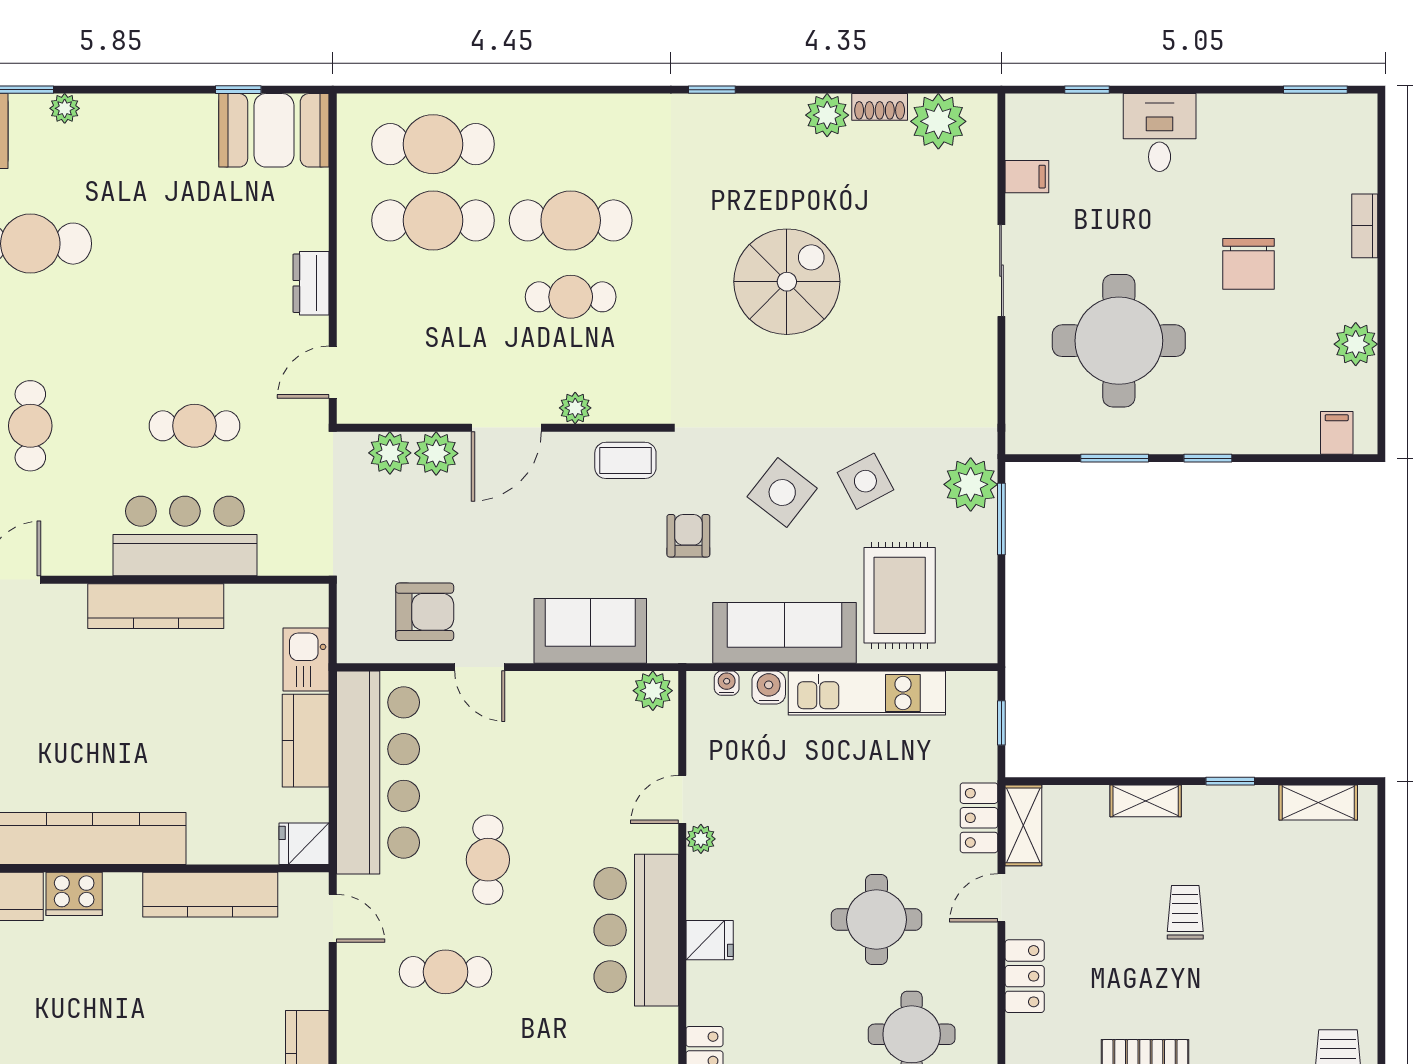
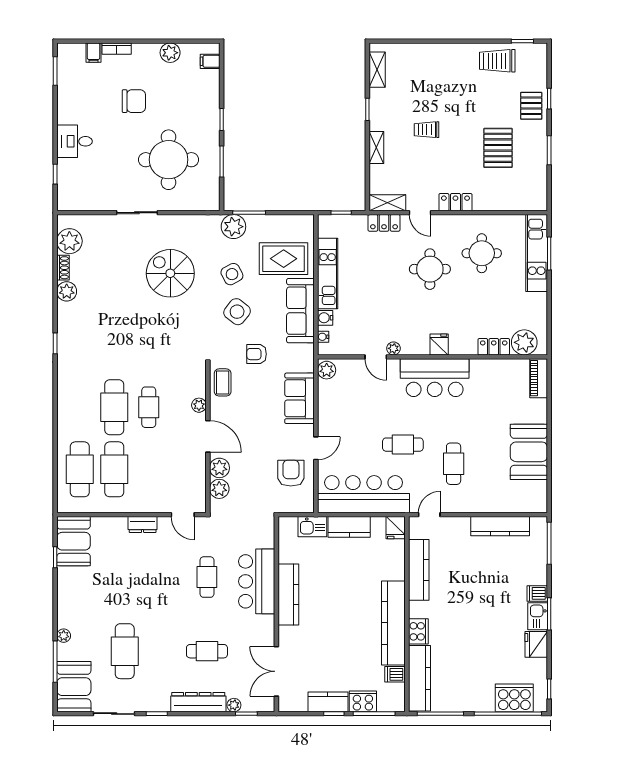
filing cabinet: (1027, 177) -> (93, 53), moved, turned 180
spiral stairs: (787, 282) -> (170, 273), moved

